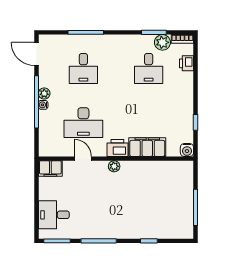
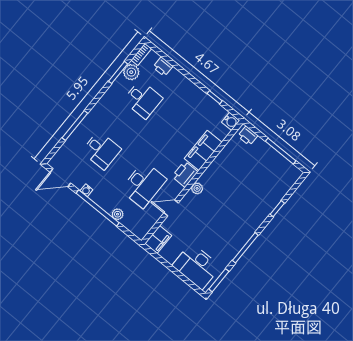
plant: (44, 93) -> (118, 214), moved
water cooler: (43, 105) -> (86, 190), moved
printer: (187, 172) -> (248, 136), added
desk: (54, 215) -> (197, 266), width x1.37

